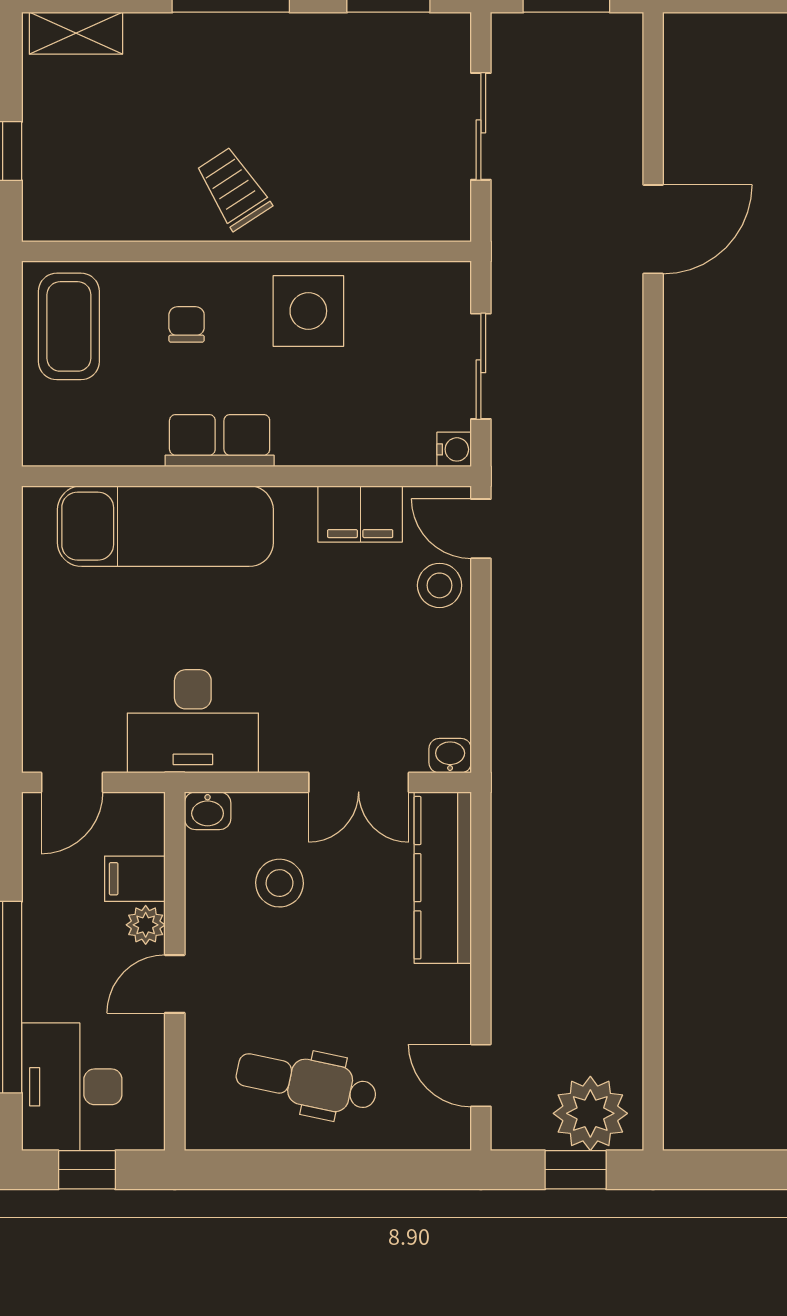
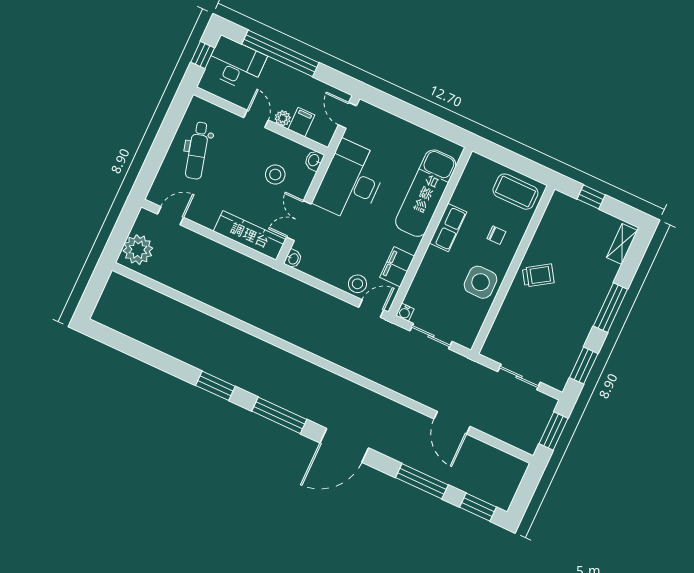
desk: (193, 721) -> (351, 182), width x1.36, depth x1.30
dental chair: (306, 1082) -> (197, 151), turned 153
window: (576, 1170) -> (120, 235), removed

